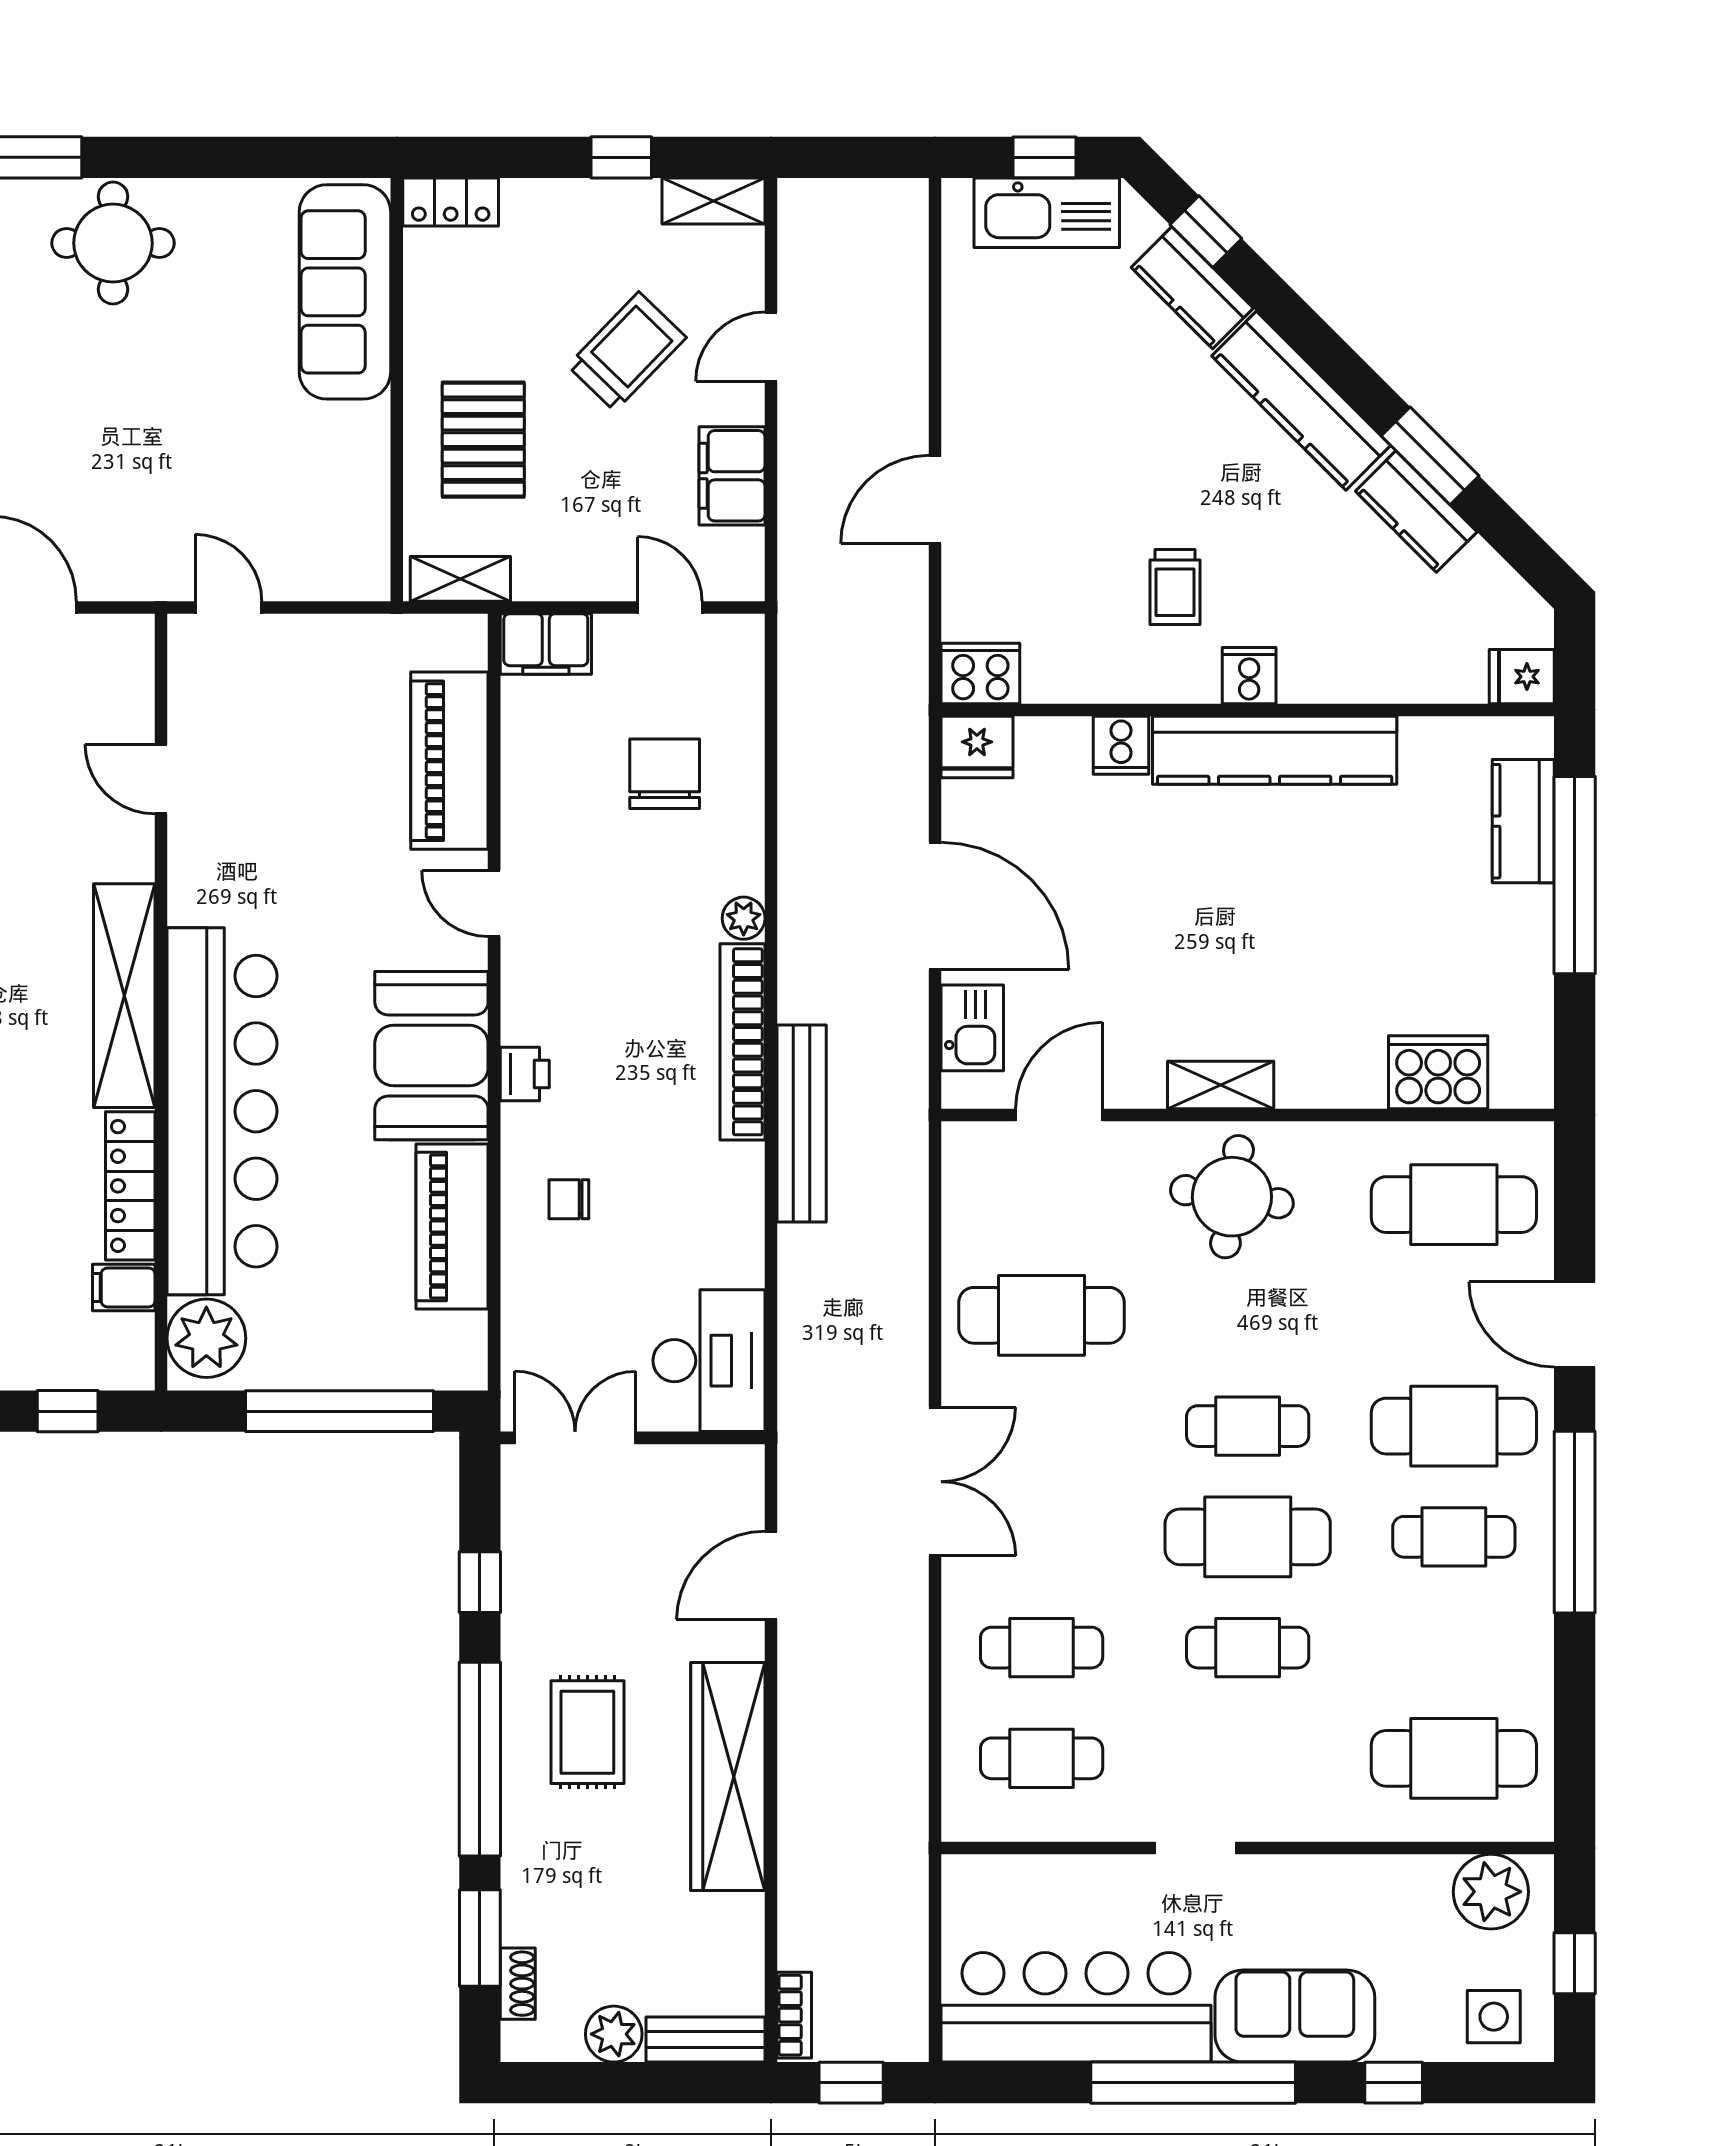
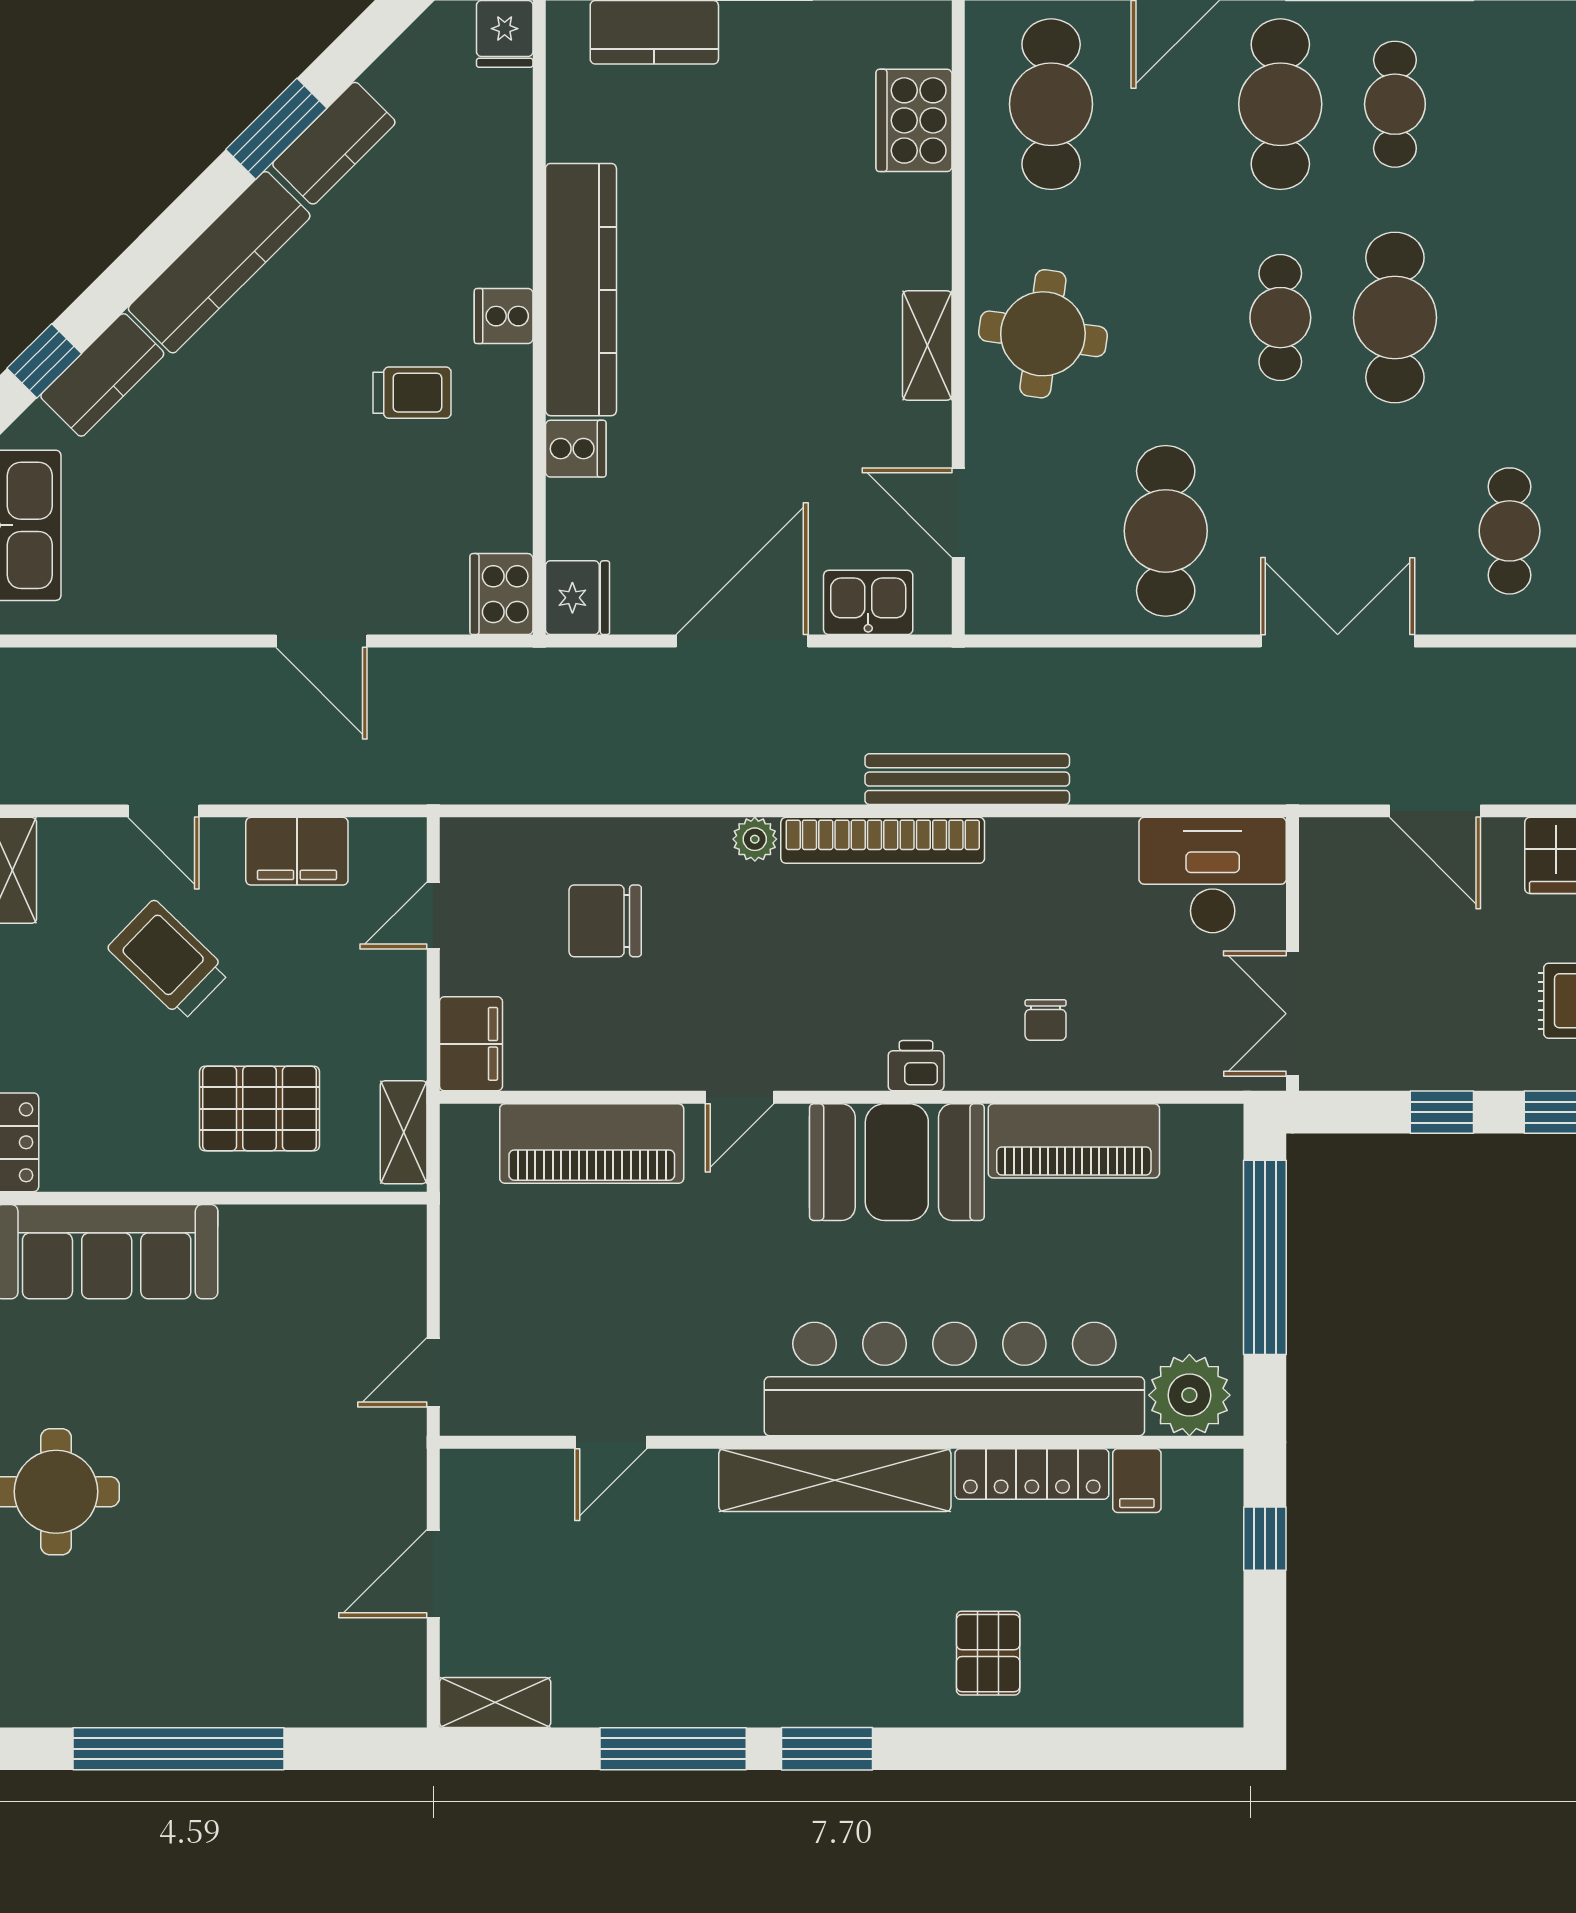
cafe table: (1248, 1648) -> (1510, 318), removed

